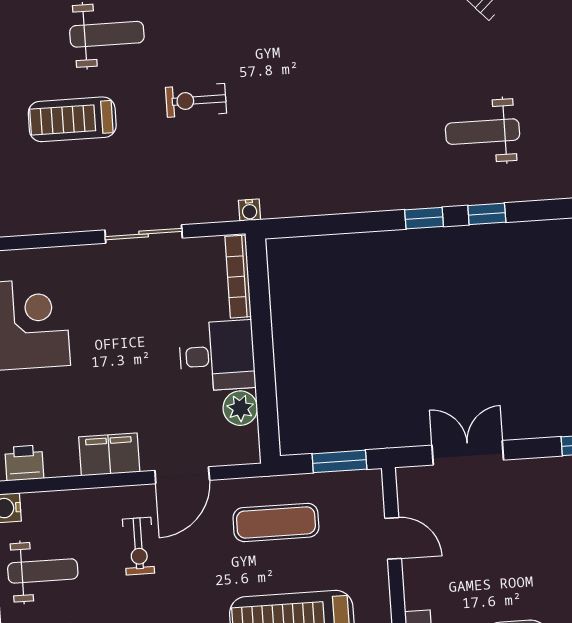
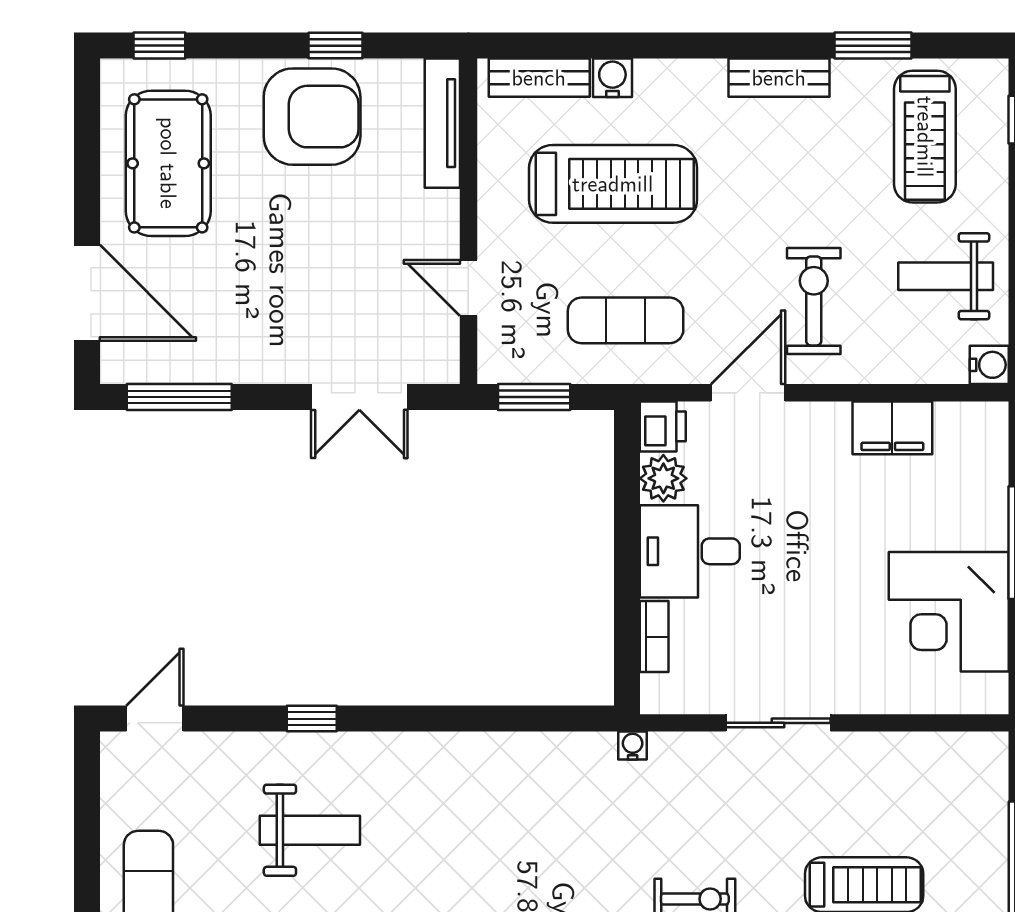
window: (424, 218) -> (397, 719), removed
bookcase: (238, 277) -> (654, 637), width x0.64
filing cabinet: (109, 454) -> (892, 428), moved
printer: (24, 463) -> (663, 426), moved, turned -90
exercise bike: (139, 546) -> (814, 301), width x1.38, depth x1.39

